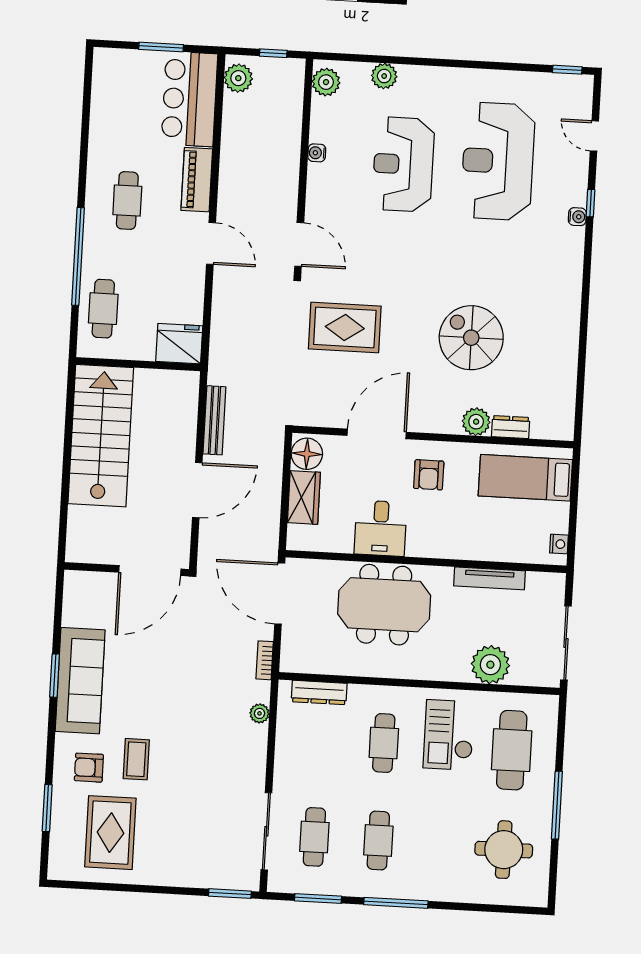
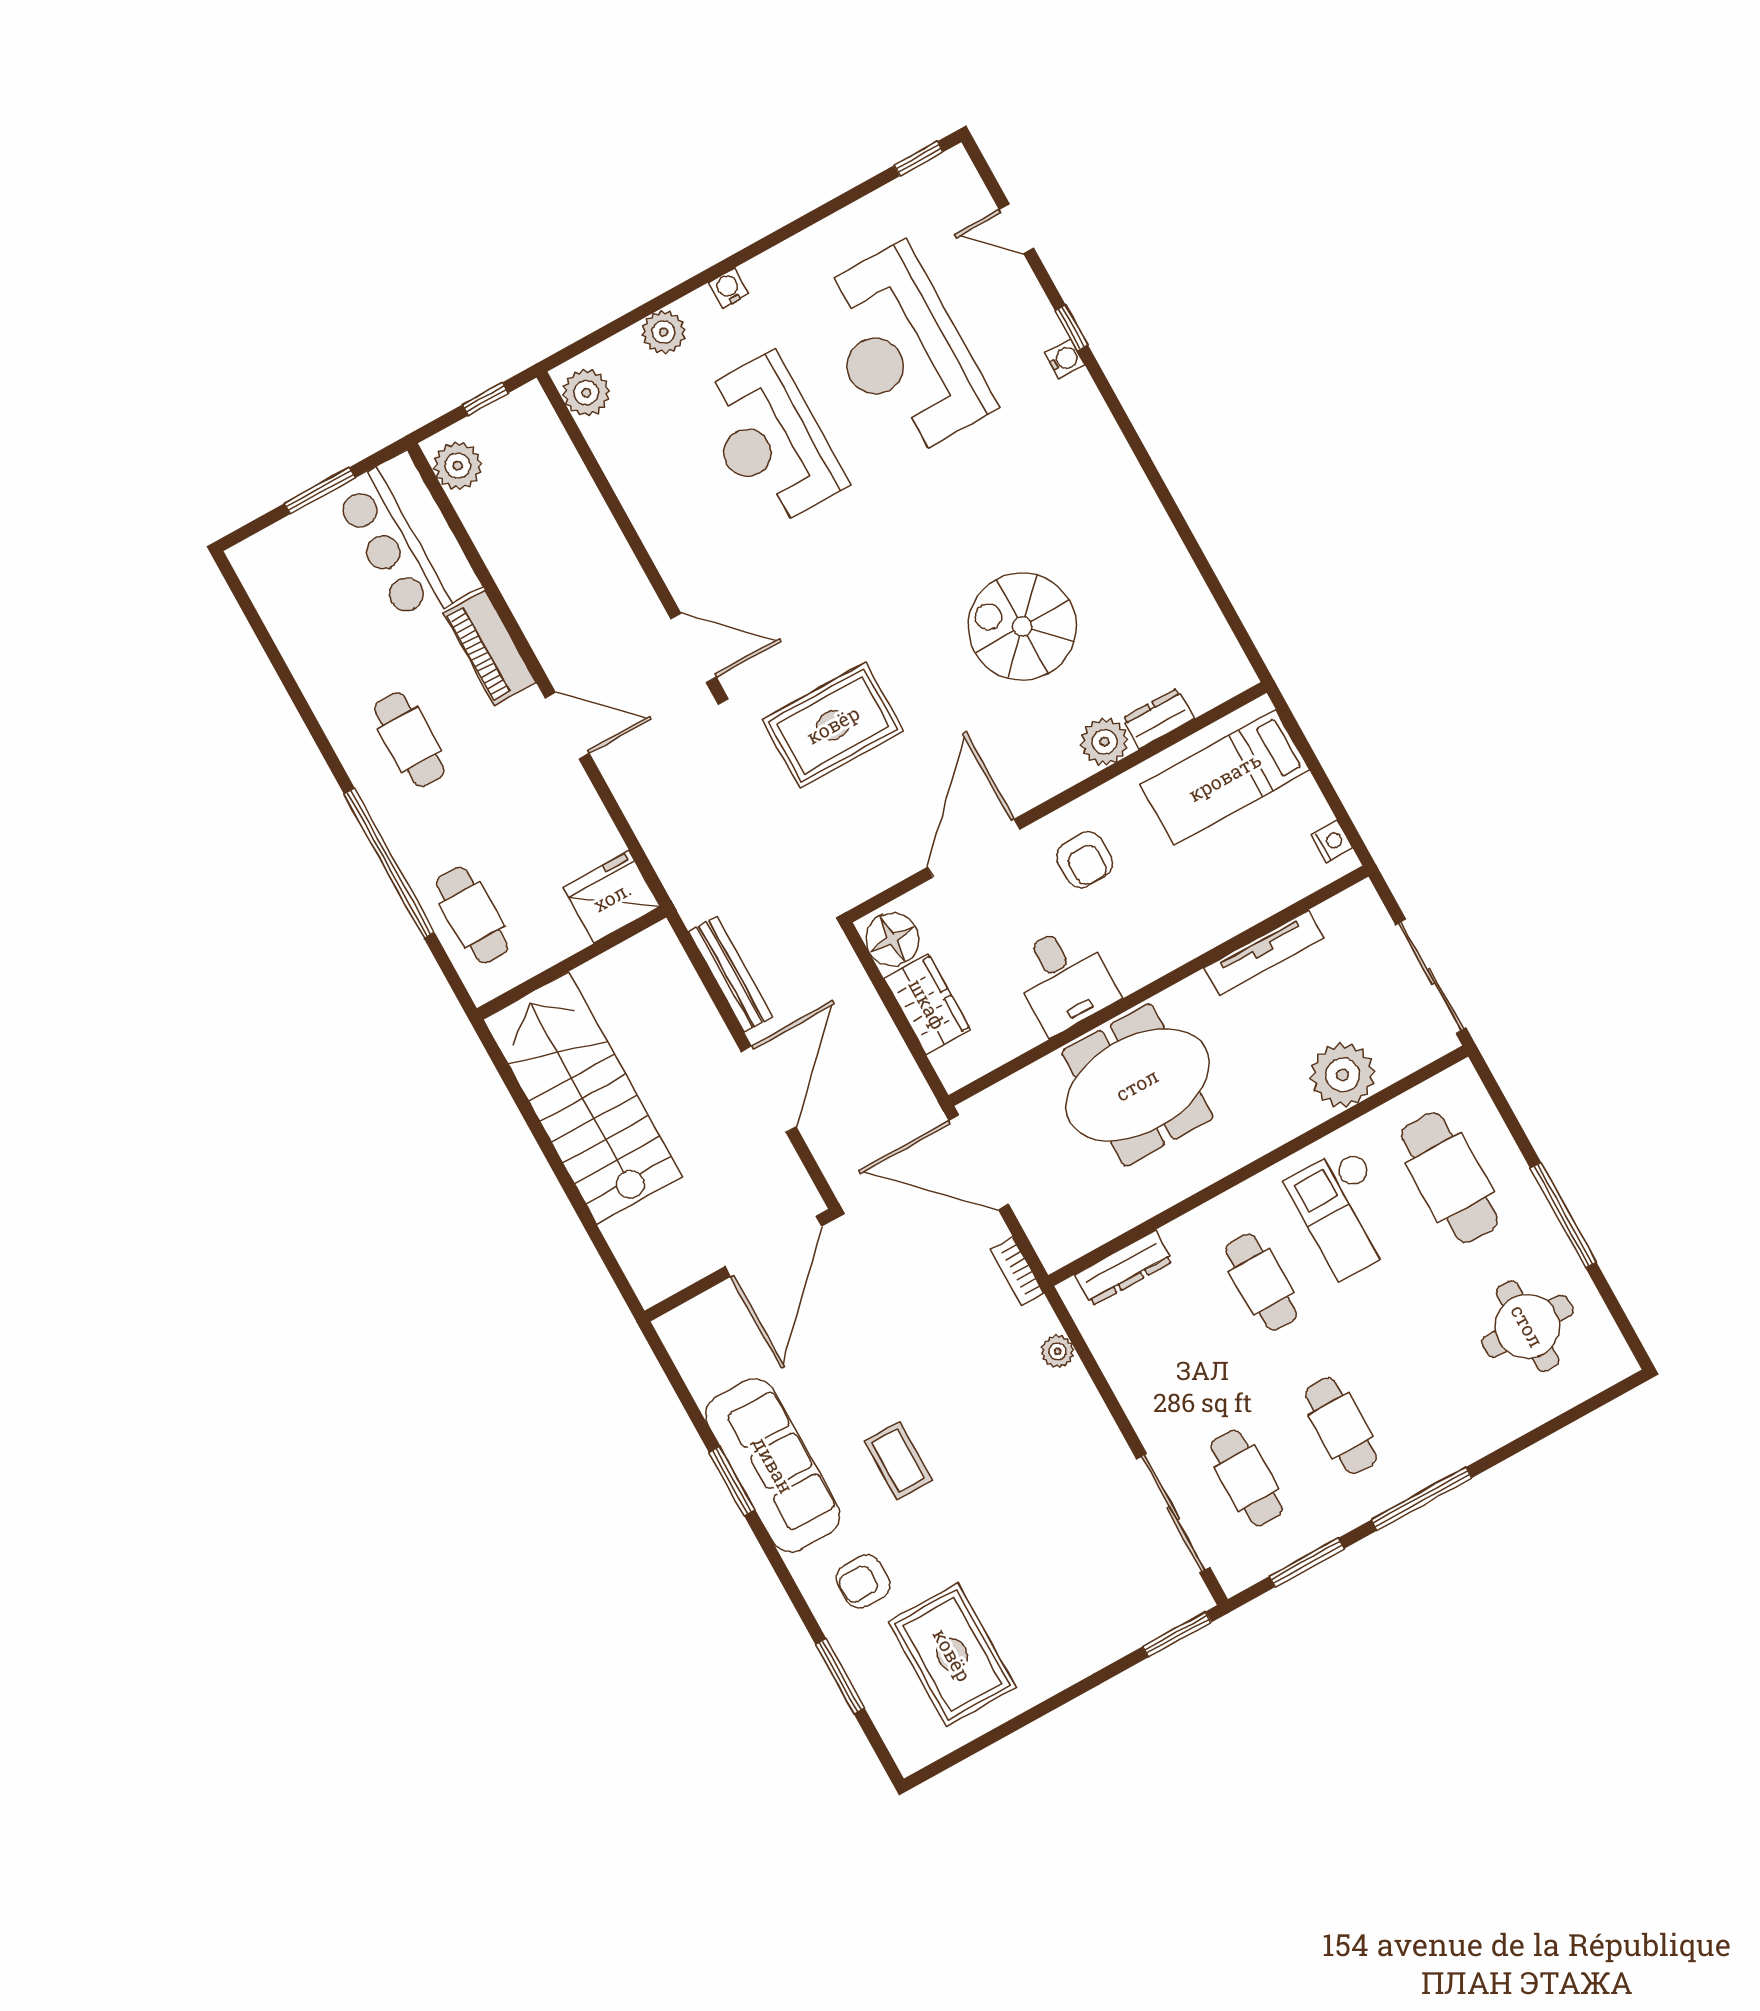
water cooler: (317, 153) -> (728, 288), moved, turned 90
coffee table: (136, 759) -> (898, 1461), moved

